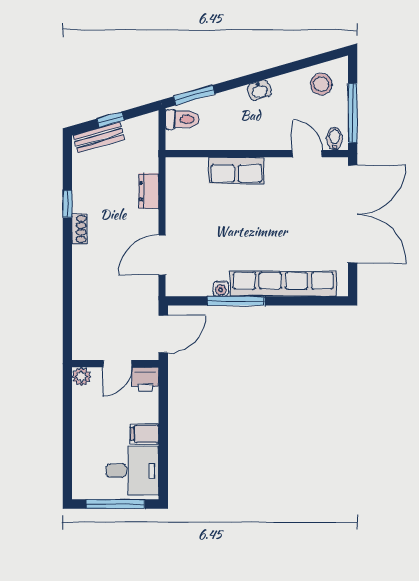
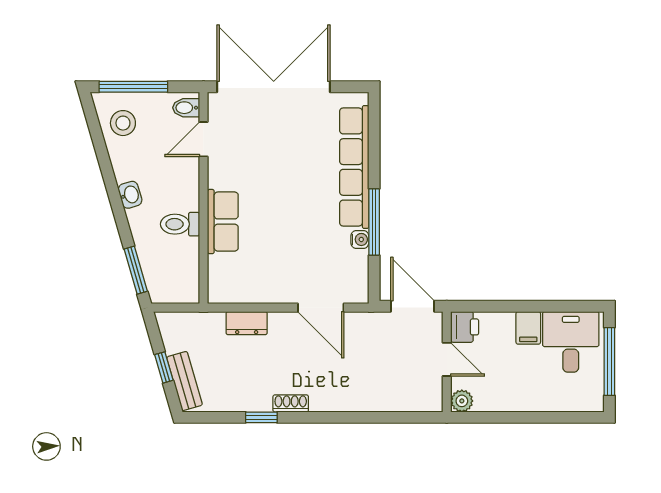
window: (353, 113) -> (133, 87), moved
toilet: (182, 119) -> (180, 224), moved, turned -90

